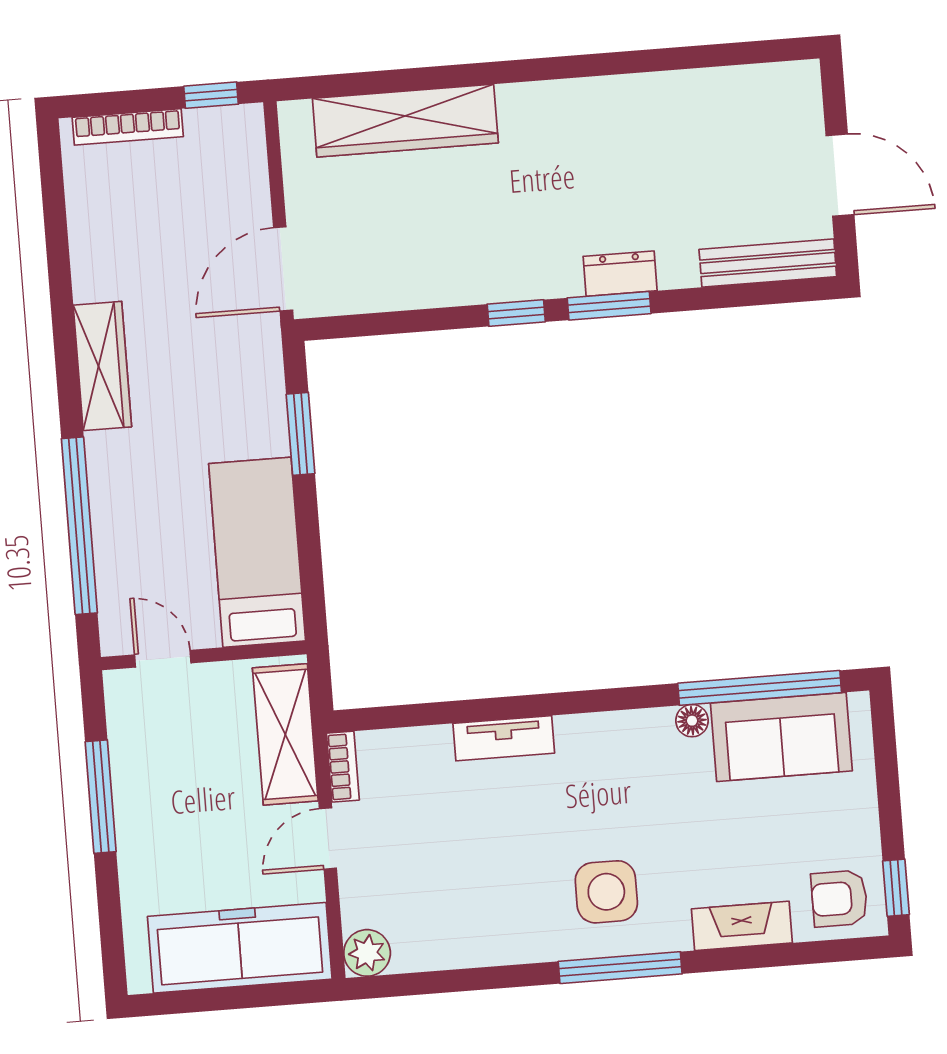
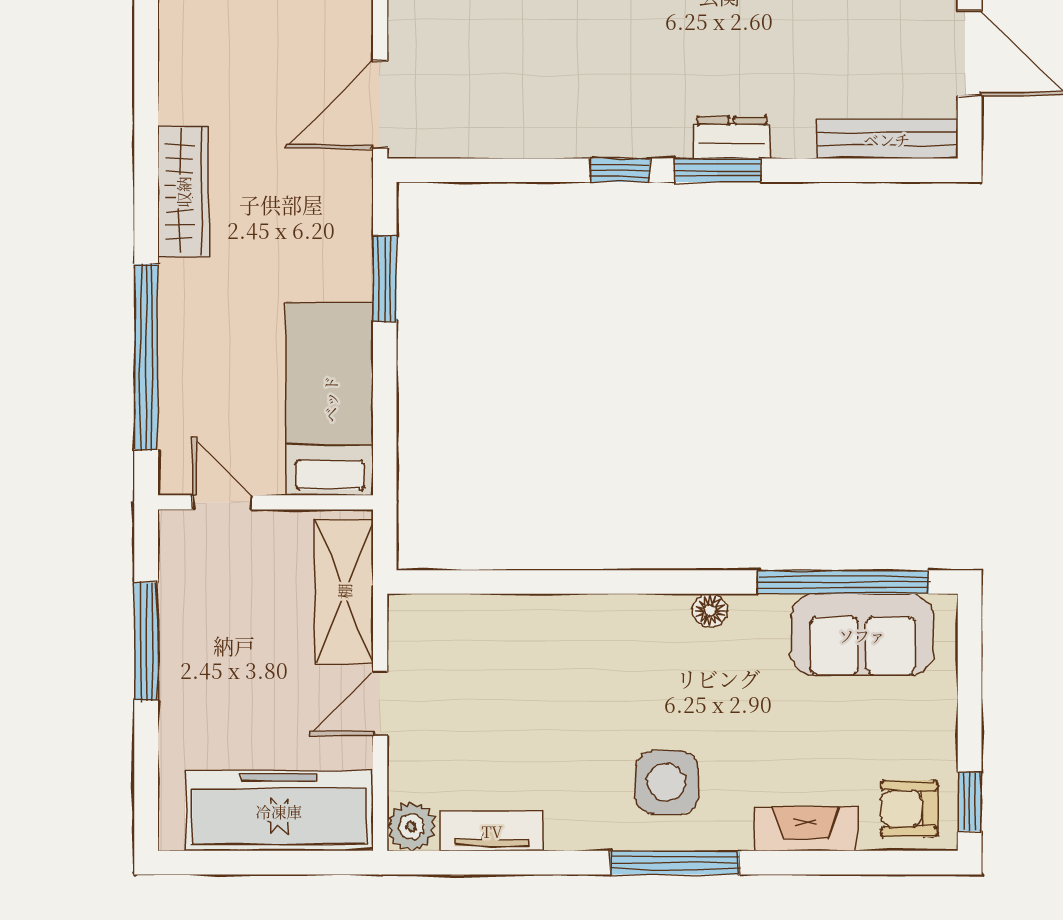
floor lamp: (692, 721) -> (710, 611), moved
tv unit: (504, 738) -> (492, 831), moved, turned 180
bookcase: (343, 767) -> (402, 630), removed

